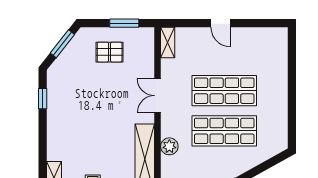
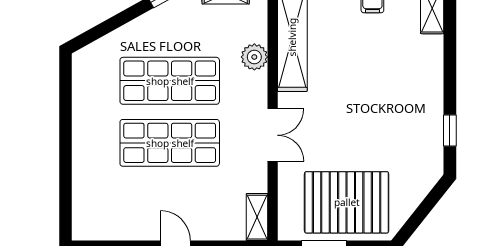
window: (62, 44) -> (419, 215), removed
pallet: (110, 52) -> (347, 202), width x2.05, depth x2.00

